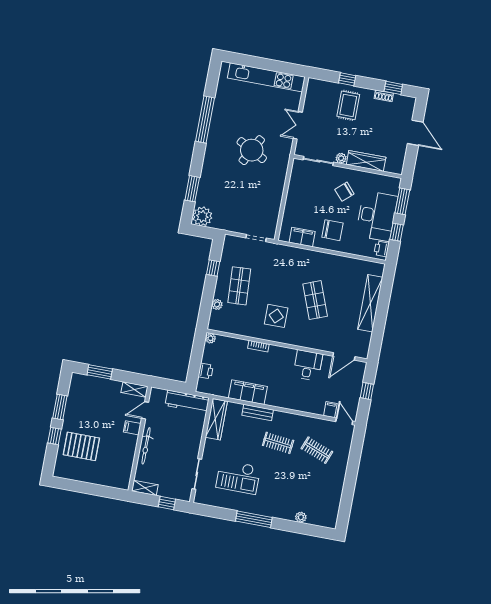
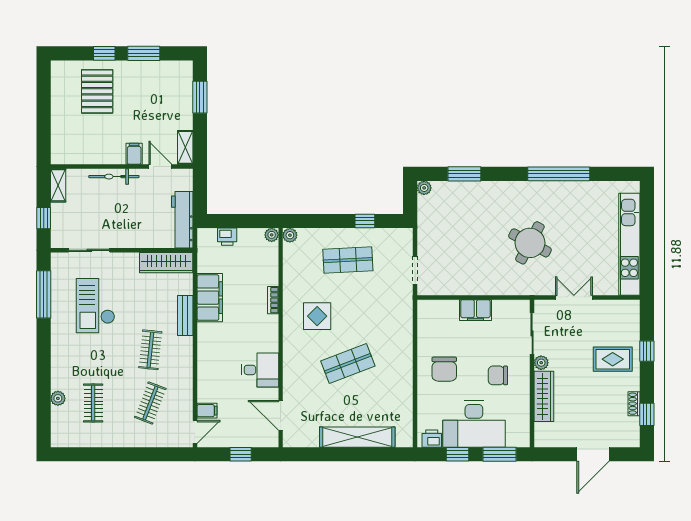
chair: (344, 192) -> (498, 375), turned -48
plant: (202, 216) -> (424, 188), width x0.53, depth x0.53
filing cabinet: (302, 237) -> (475, 310), moved, turned 90
plant: (217, 304) -> (290, 235), moved
clothes rail: (309, 492) -> (93, 403), added
window: (254, 519) -> (44, 294), moved

